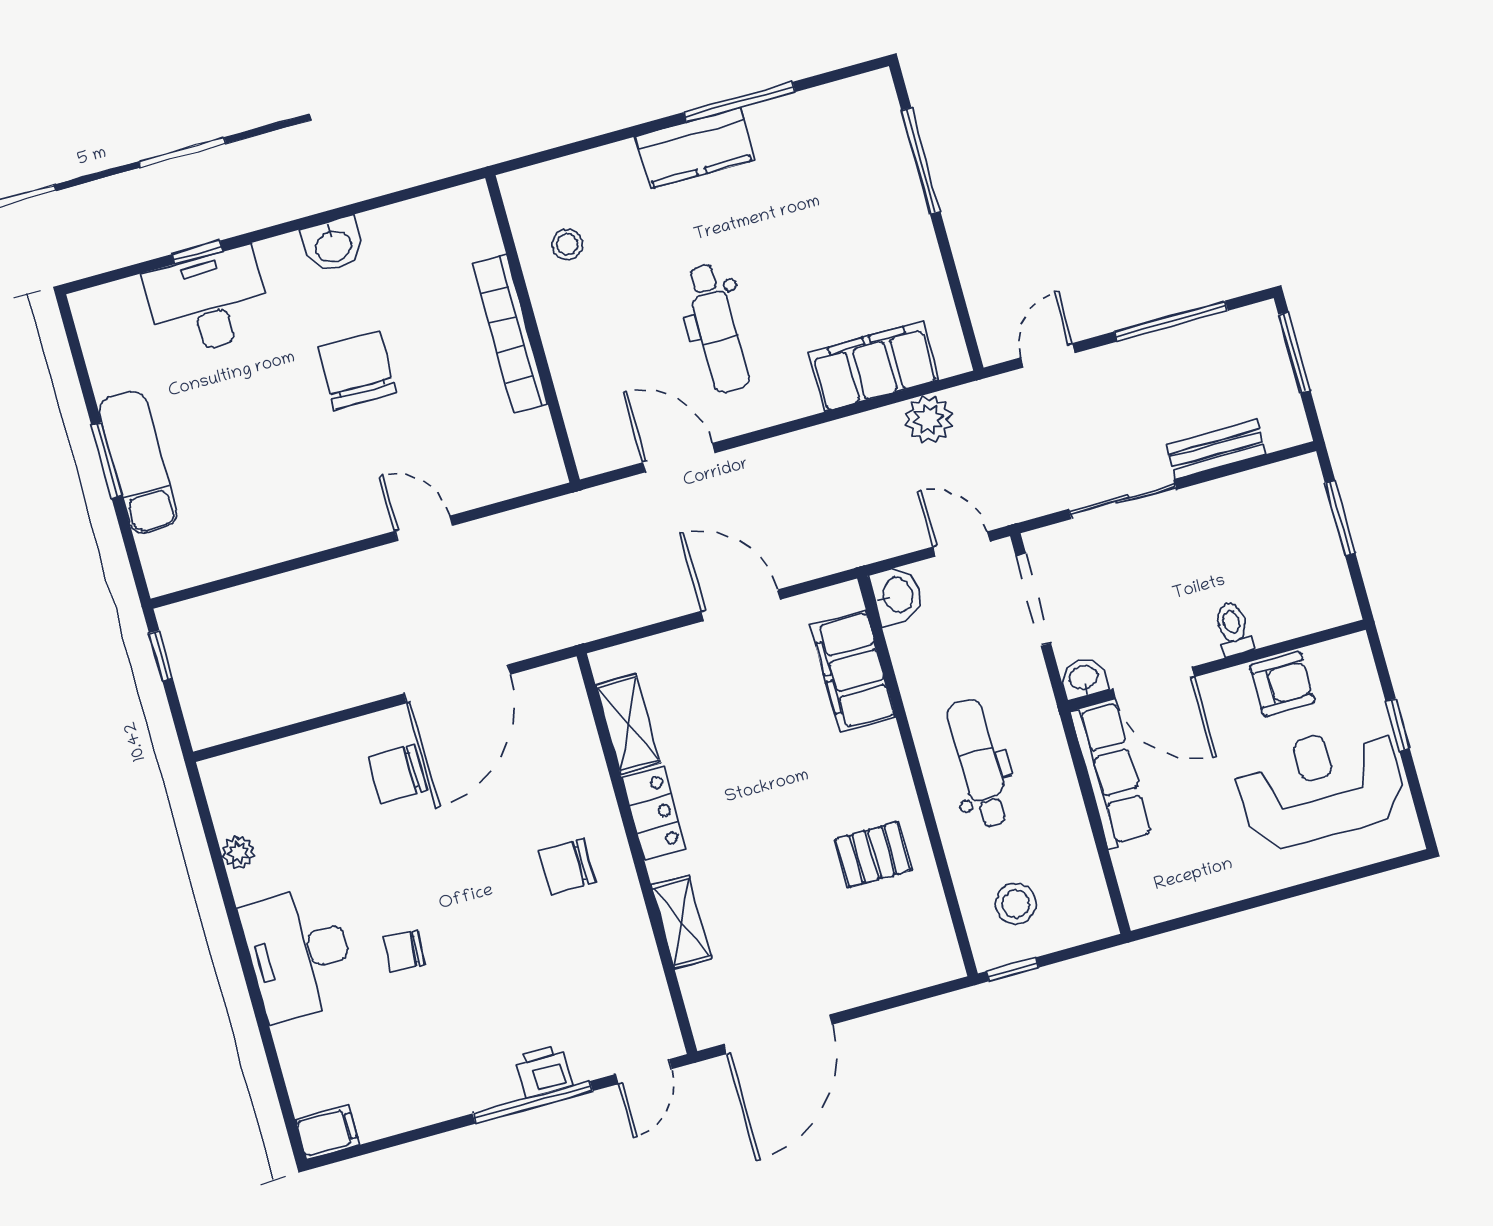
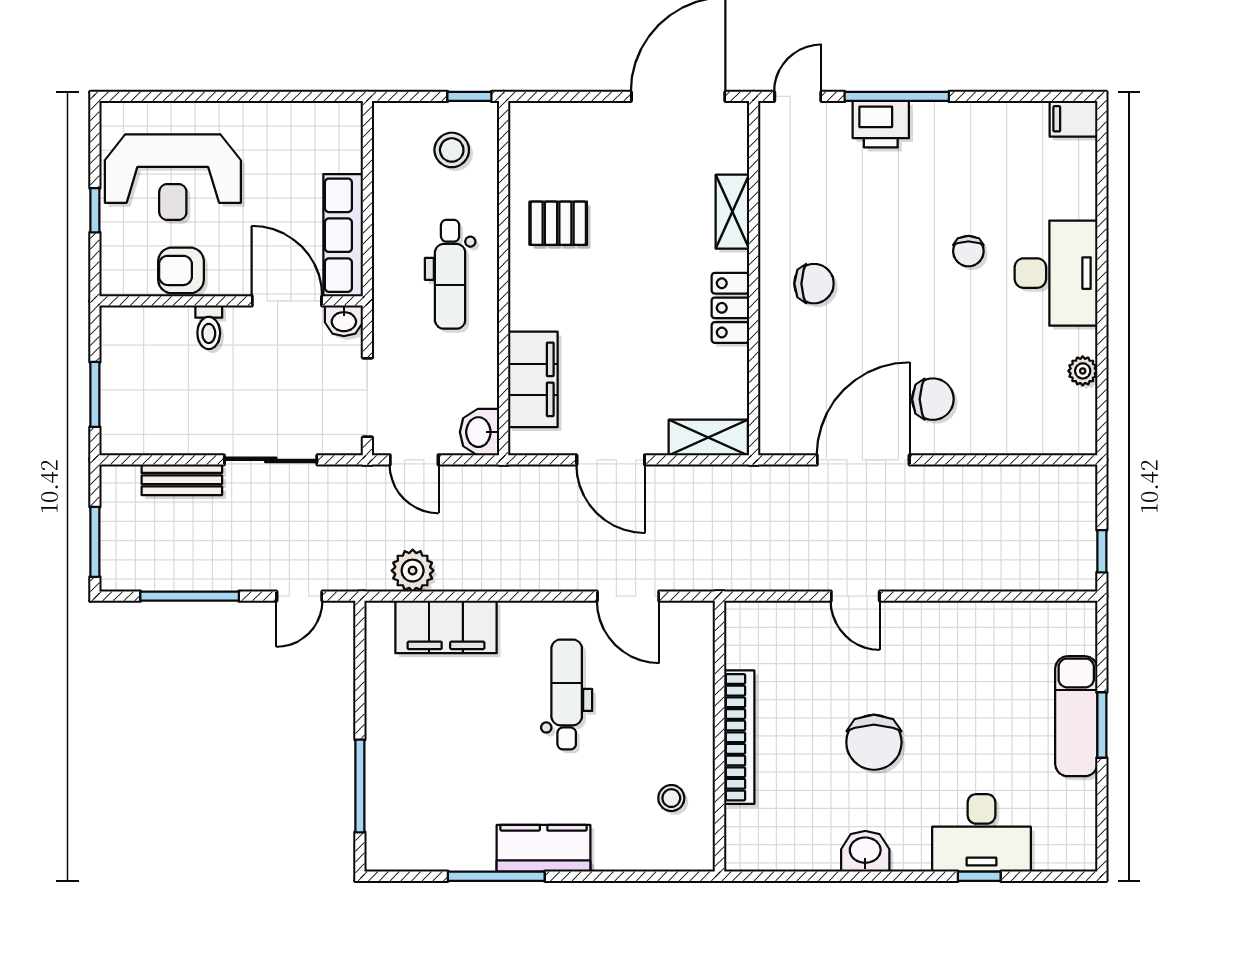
shelving: (628, 724) -> (708, 437), moved, turned 90
chair: (404, 951) -> (968, 251), turned 85
printer: (543, 1071) -> (881, 124), width x1.36, depth x1.24

